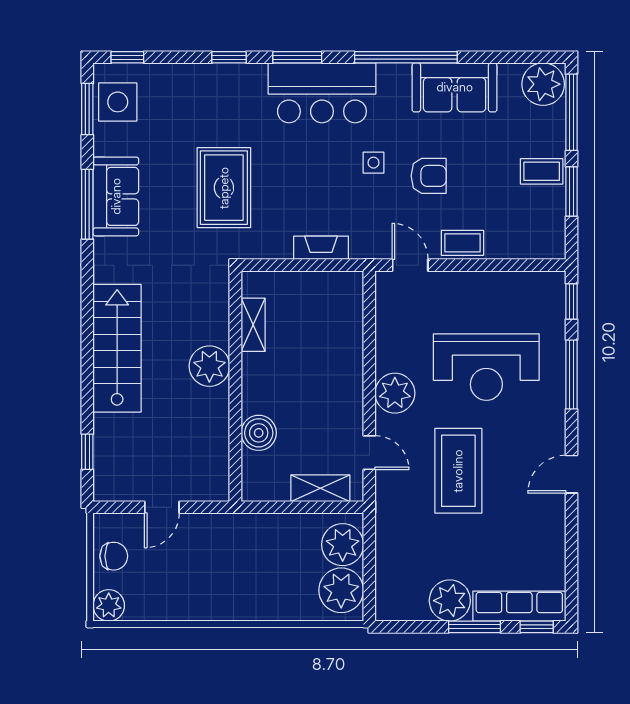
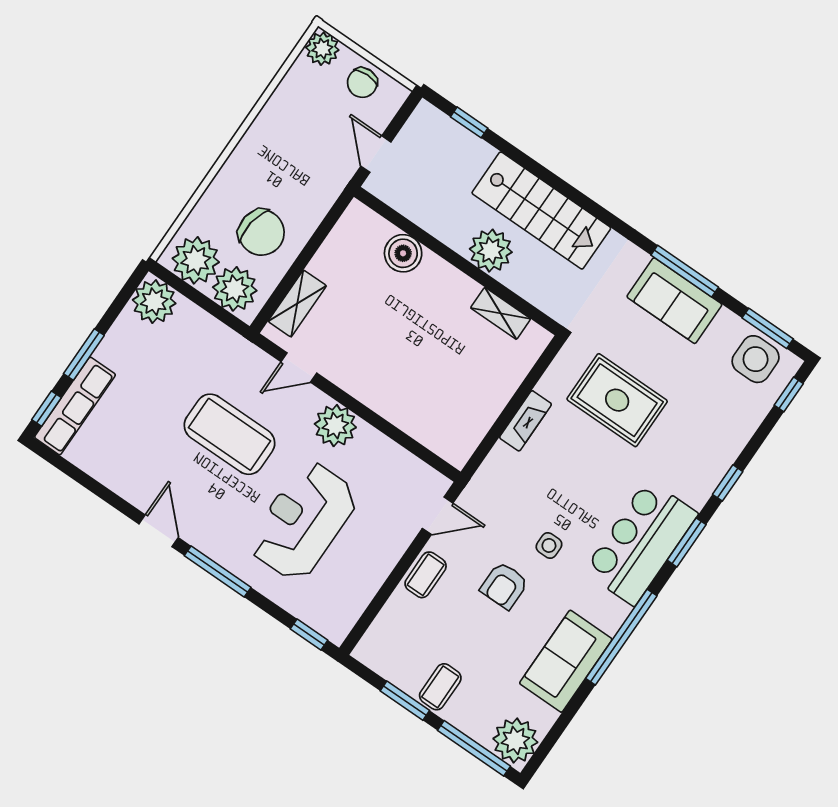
fireplace: (321, 248) -> (525, 421), moved
shelving: (253, 325) -> (501, 313), moved
plant: (209, 366) -> (491, 251), moved
window: (571, 375) -> (218, 571), moved
wall: (235, 386) -> (458, 261), moved
boiler: (259, 433) -> (403, 253), moved
chair: (284, 554) -> (261, 232), added
plant: (450, 601) -> (154, 302), moved

